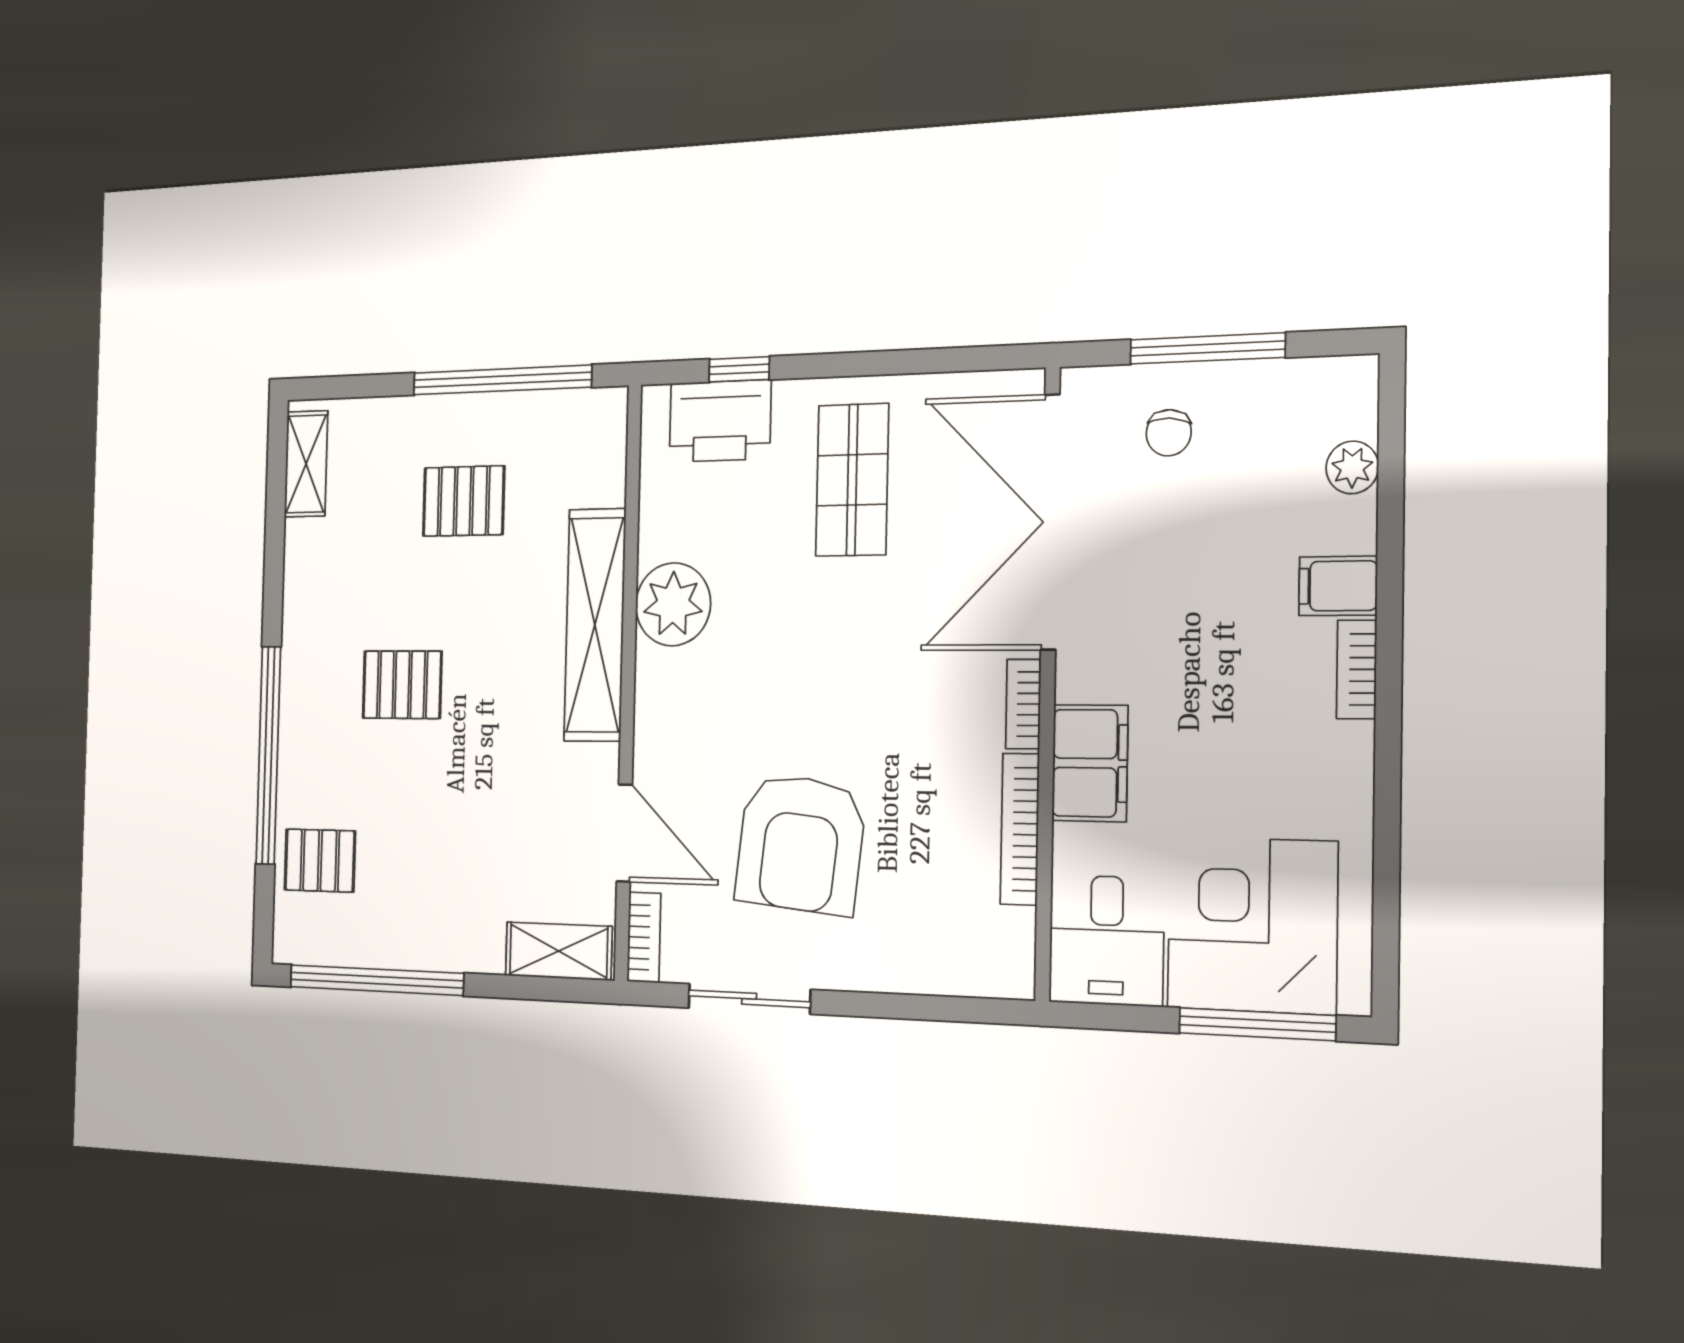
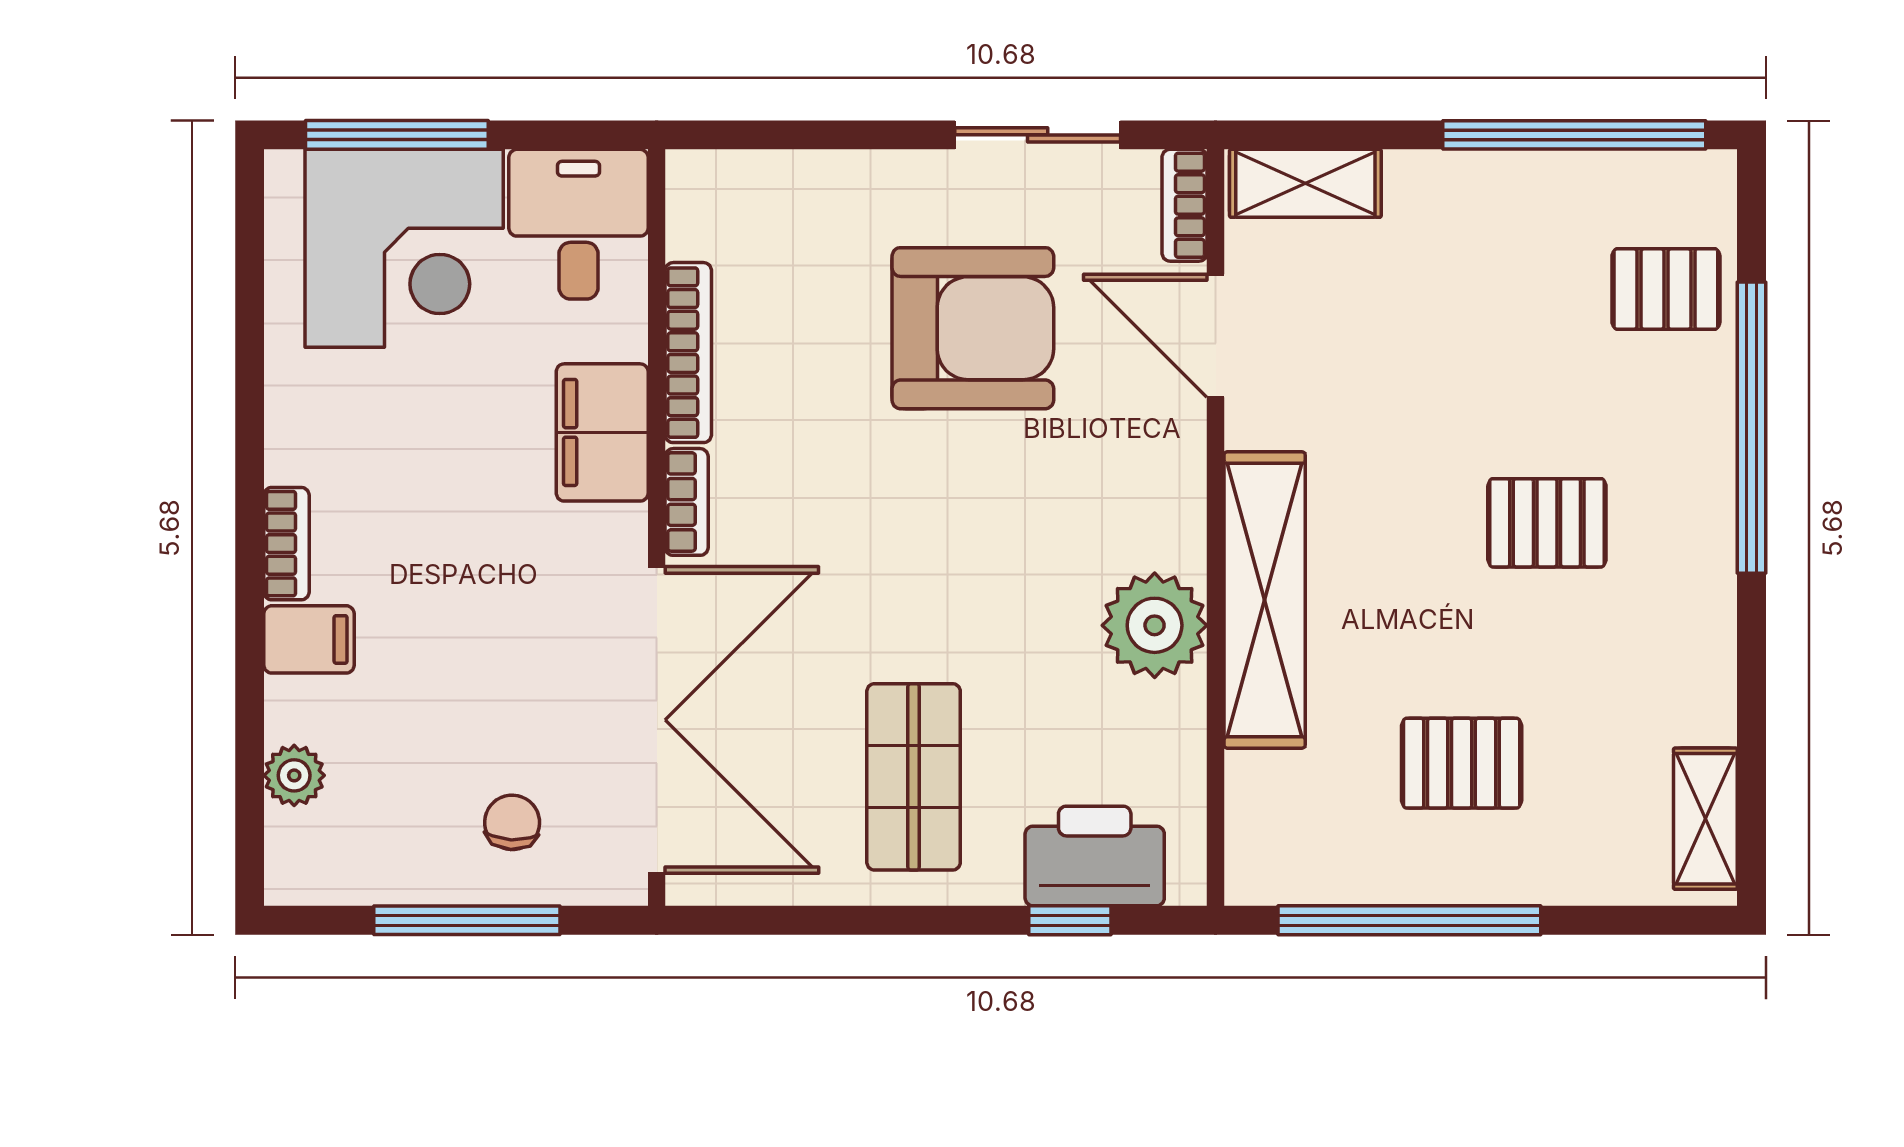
armchair: (800, 844) -> (973, 328), turned 84

